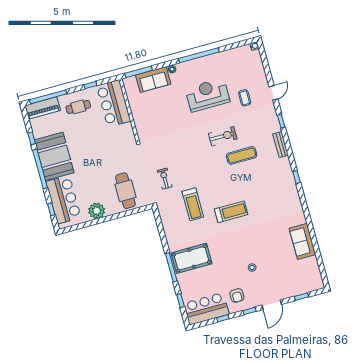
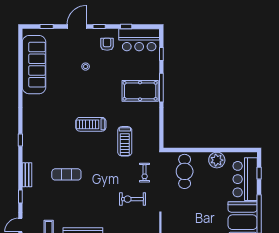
exercise bike: (223, 136) -> (133, 199), moved
treadmill: (193, 204) -> (125, 141), turned 180
sofa: (302, 241) -> (34, 65), width x1.85, depth x1.27

